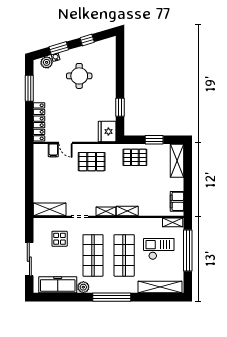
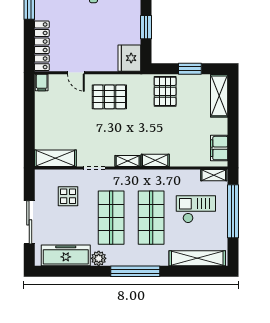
filing cabinet: (53, 150) -> (42, 82), moved
pallet: (135, 157) -> (165, 91), turned 90

